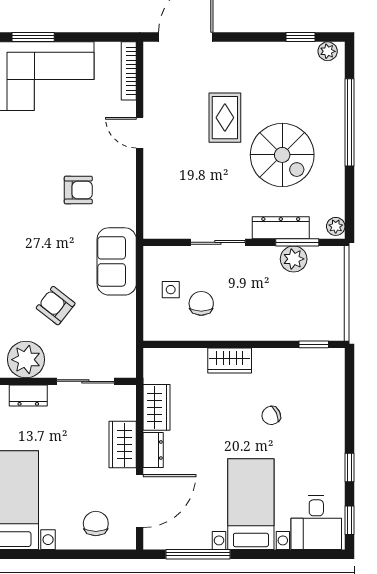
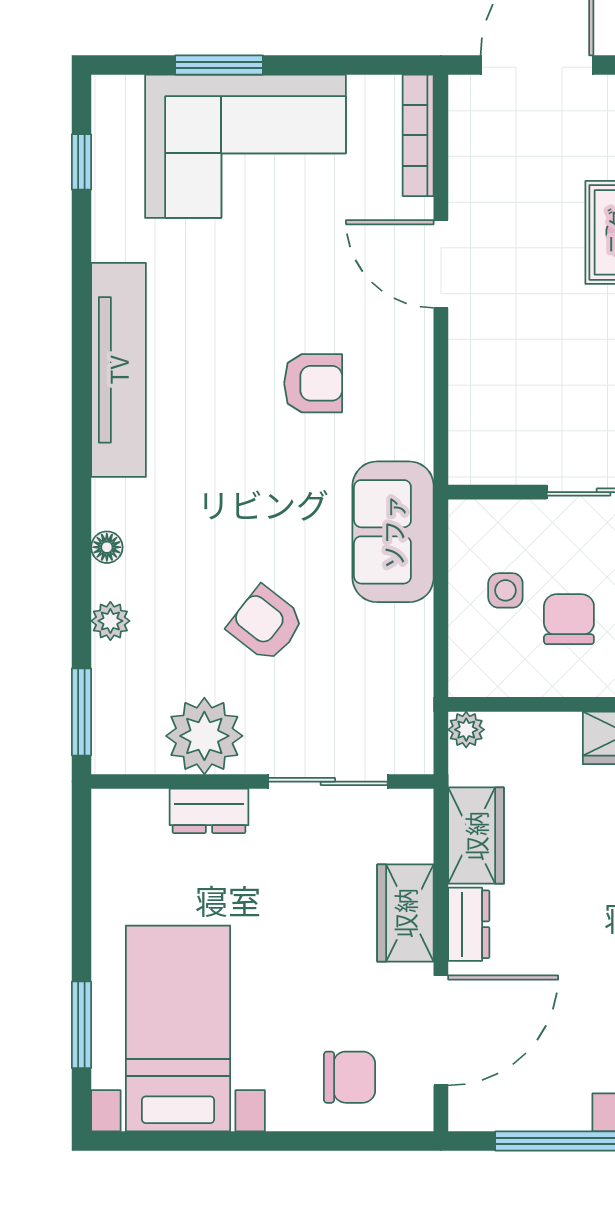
door: (140, 133) -> (441, 264), width x1.38
plant: (152, 356) -> (466, 730), added
chair: (96, 523) -> (350, 1077), turned 90

